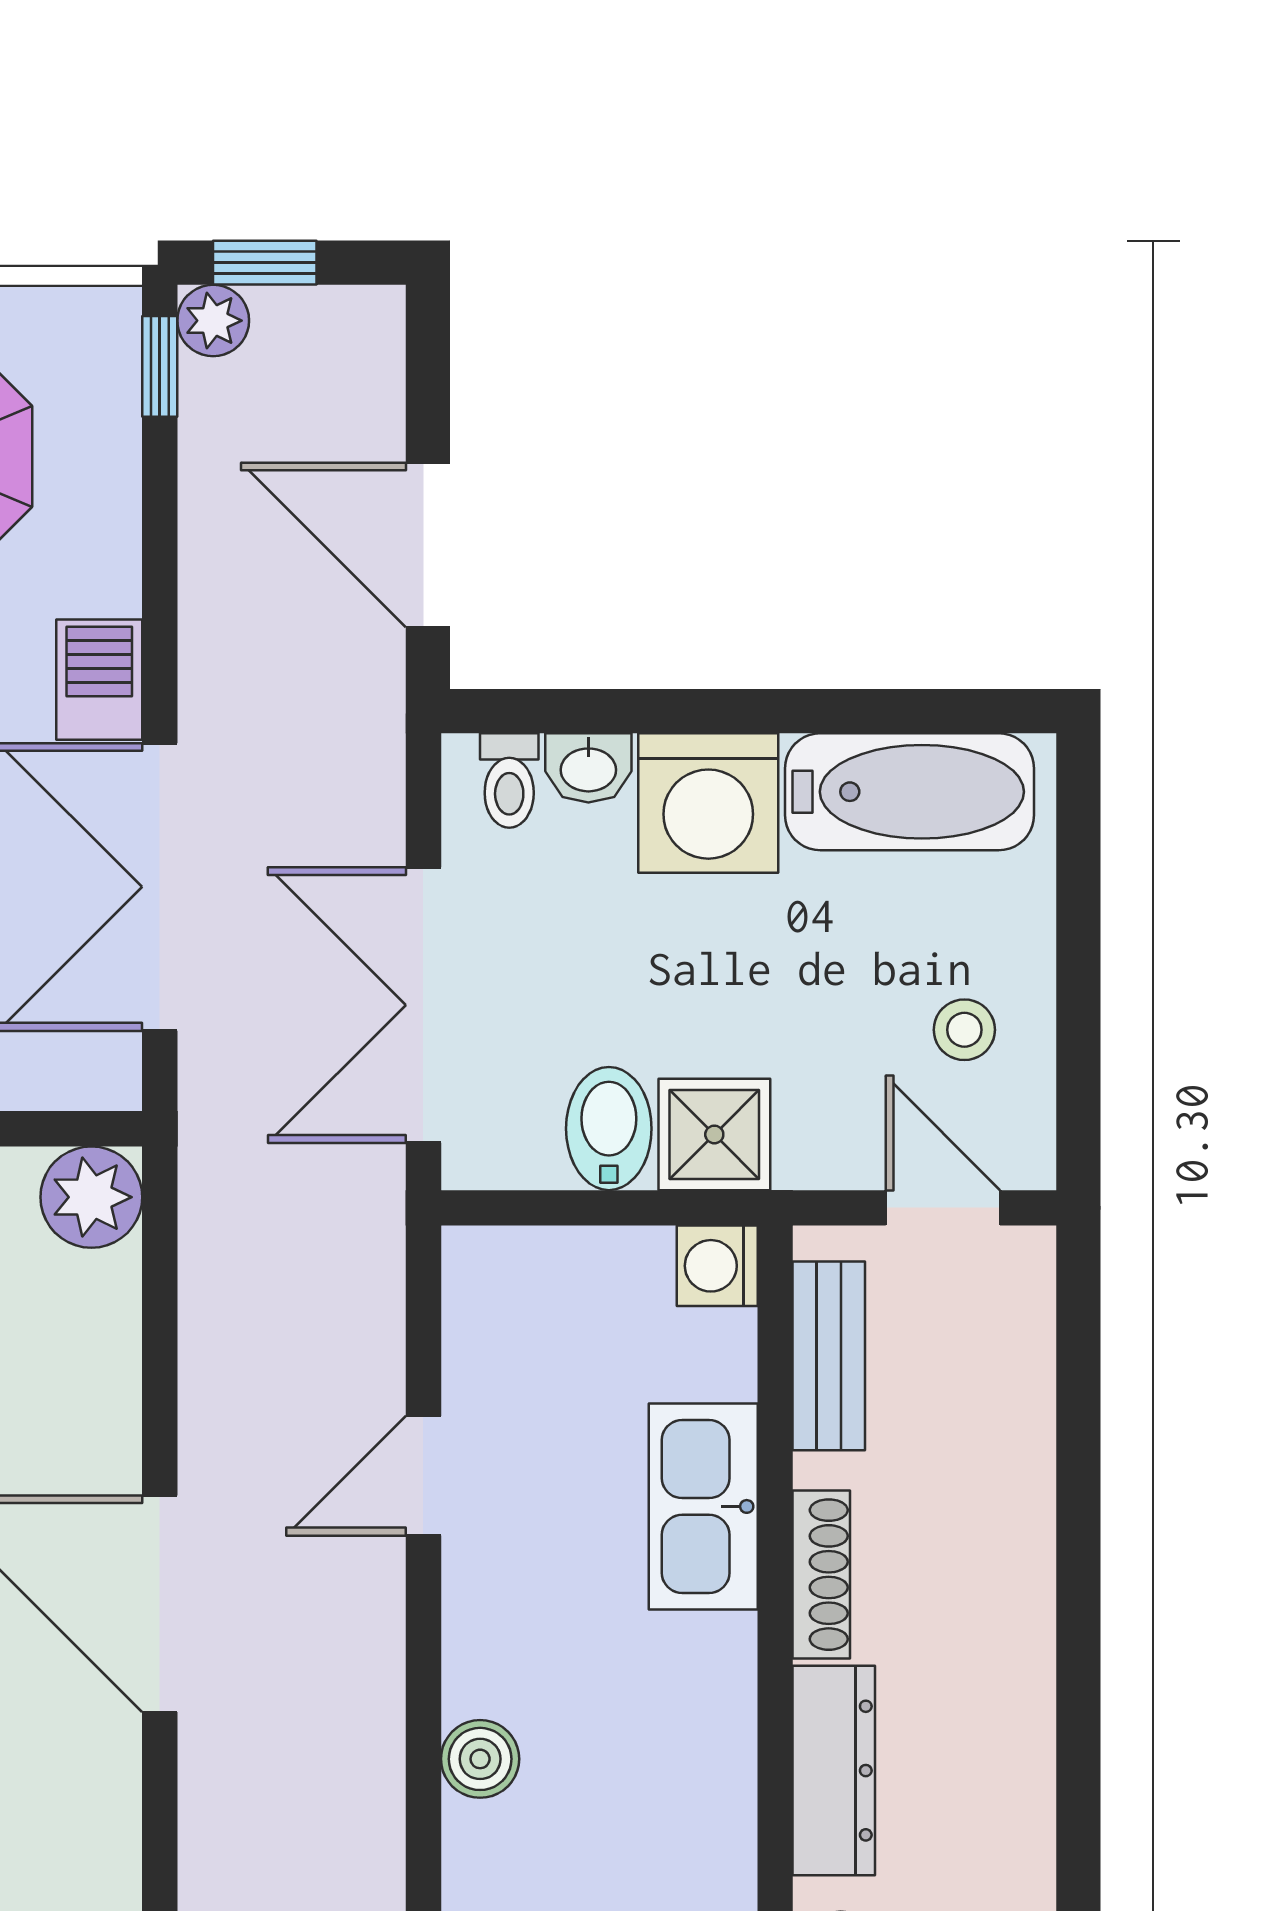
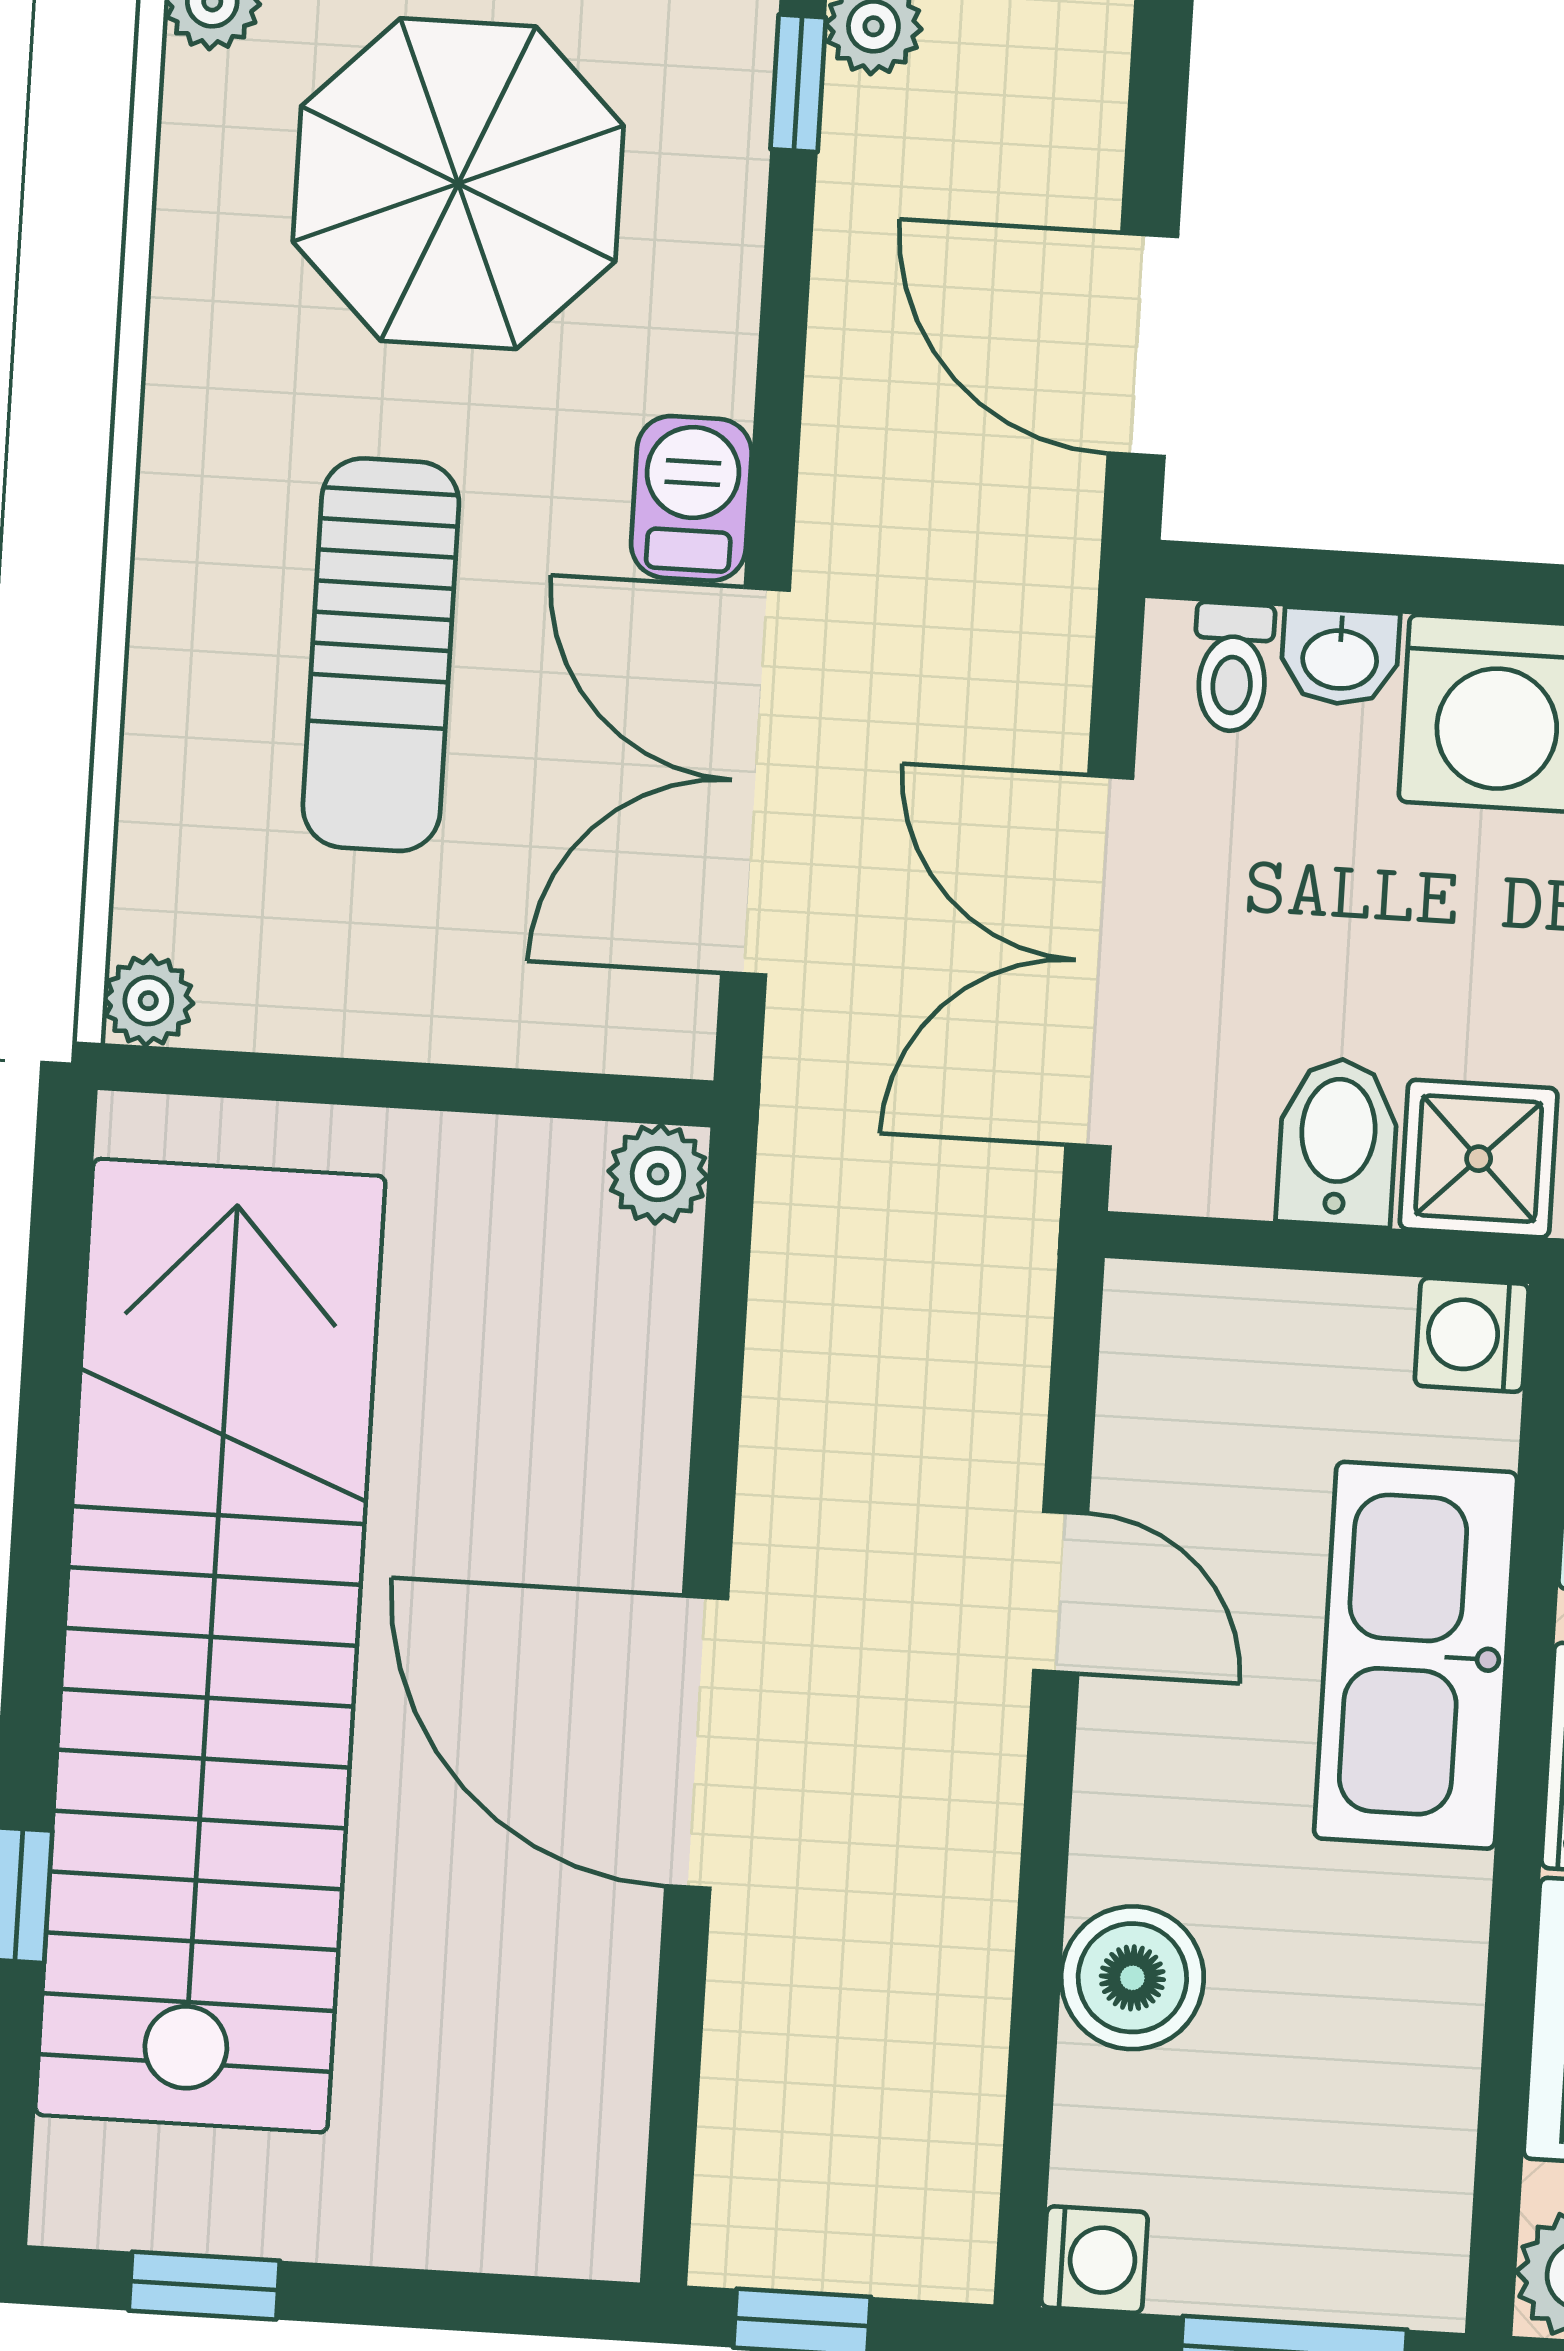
plant: (91, 1197) -> (658, 1174), width x0.73, depth x0.73
door: (423, 1476) -> (1061, 1592), swing flipped
kitchen sink: (703, 1506) -> (1416, 1655), width x1.36, depth x1.24
boiler: (480, 1759) -> (1132, 1978), width x1.36, depth x1.36

